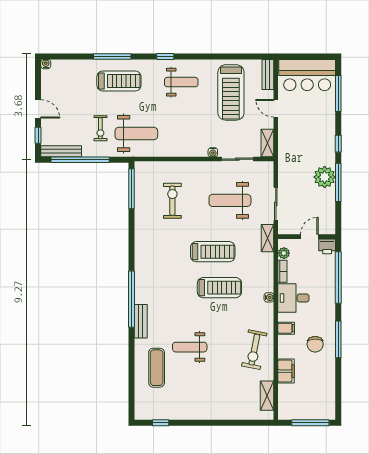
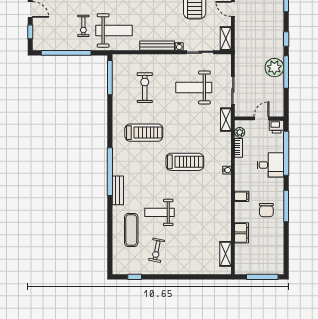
bench: (61, 151) -> (157, 46), moved
treadmill: (213, 252) -> (144, 133), moved
desk: (293, 298) -> (270, 165), moved, turned 180
exercise bike: (254, 350) -> (157, 250), moved, width x0.73, depth x0.72

